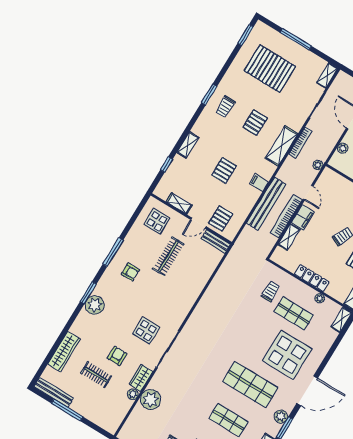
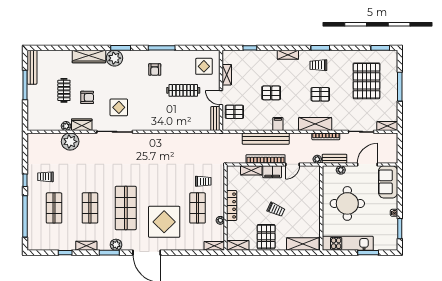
shelving: (188, 145) -> (288, 55), moved
bench: (328, 148) -> (334, 159), added
wardrobe: (64, 352) -> (89, 56), moved

